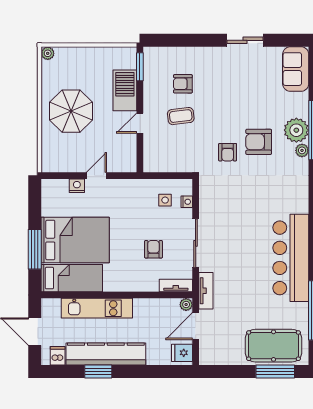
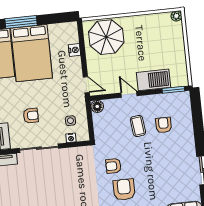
parasol: (71, 111) -> (106, 37), moved
floor lamp: (151, 165) -> (97, 106), added
door: (96, 176) -> (86, 85), moved

